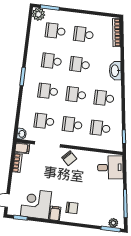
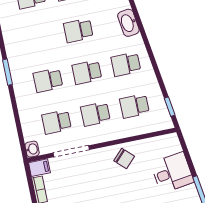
school desk: (52, 61) -> (39, 39), removed
chair: (69, 158) -> (124, 158), moved
desk: (110, 167) -> (172, 173), moved

